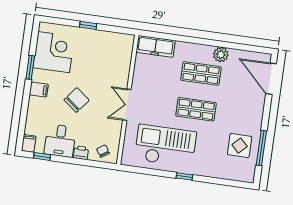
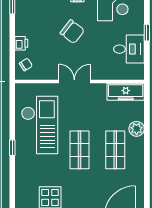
freezer: (156, 46) -> (126, 92), moved, turned -90
plant: (221, 55) -> (137, 129), moved
desk: (60, 141) -> (129, 49), moved, turned 180

